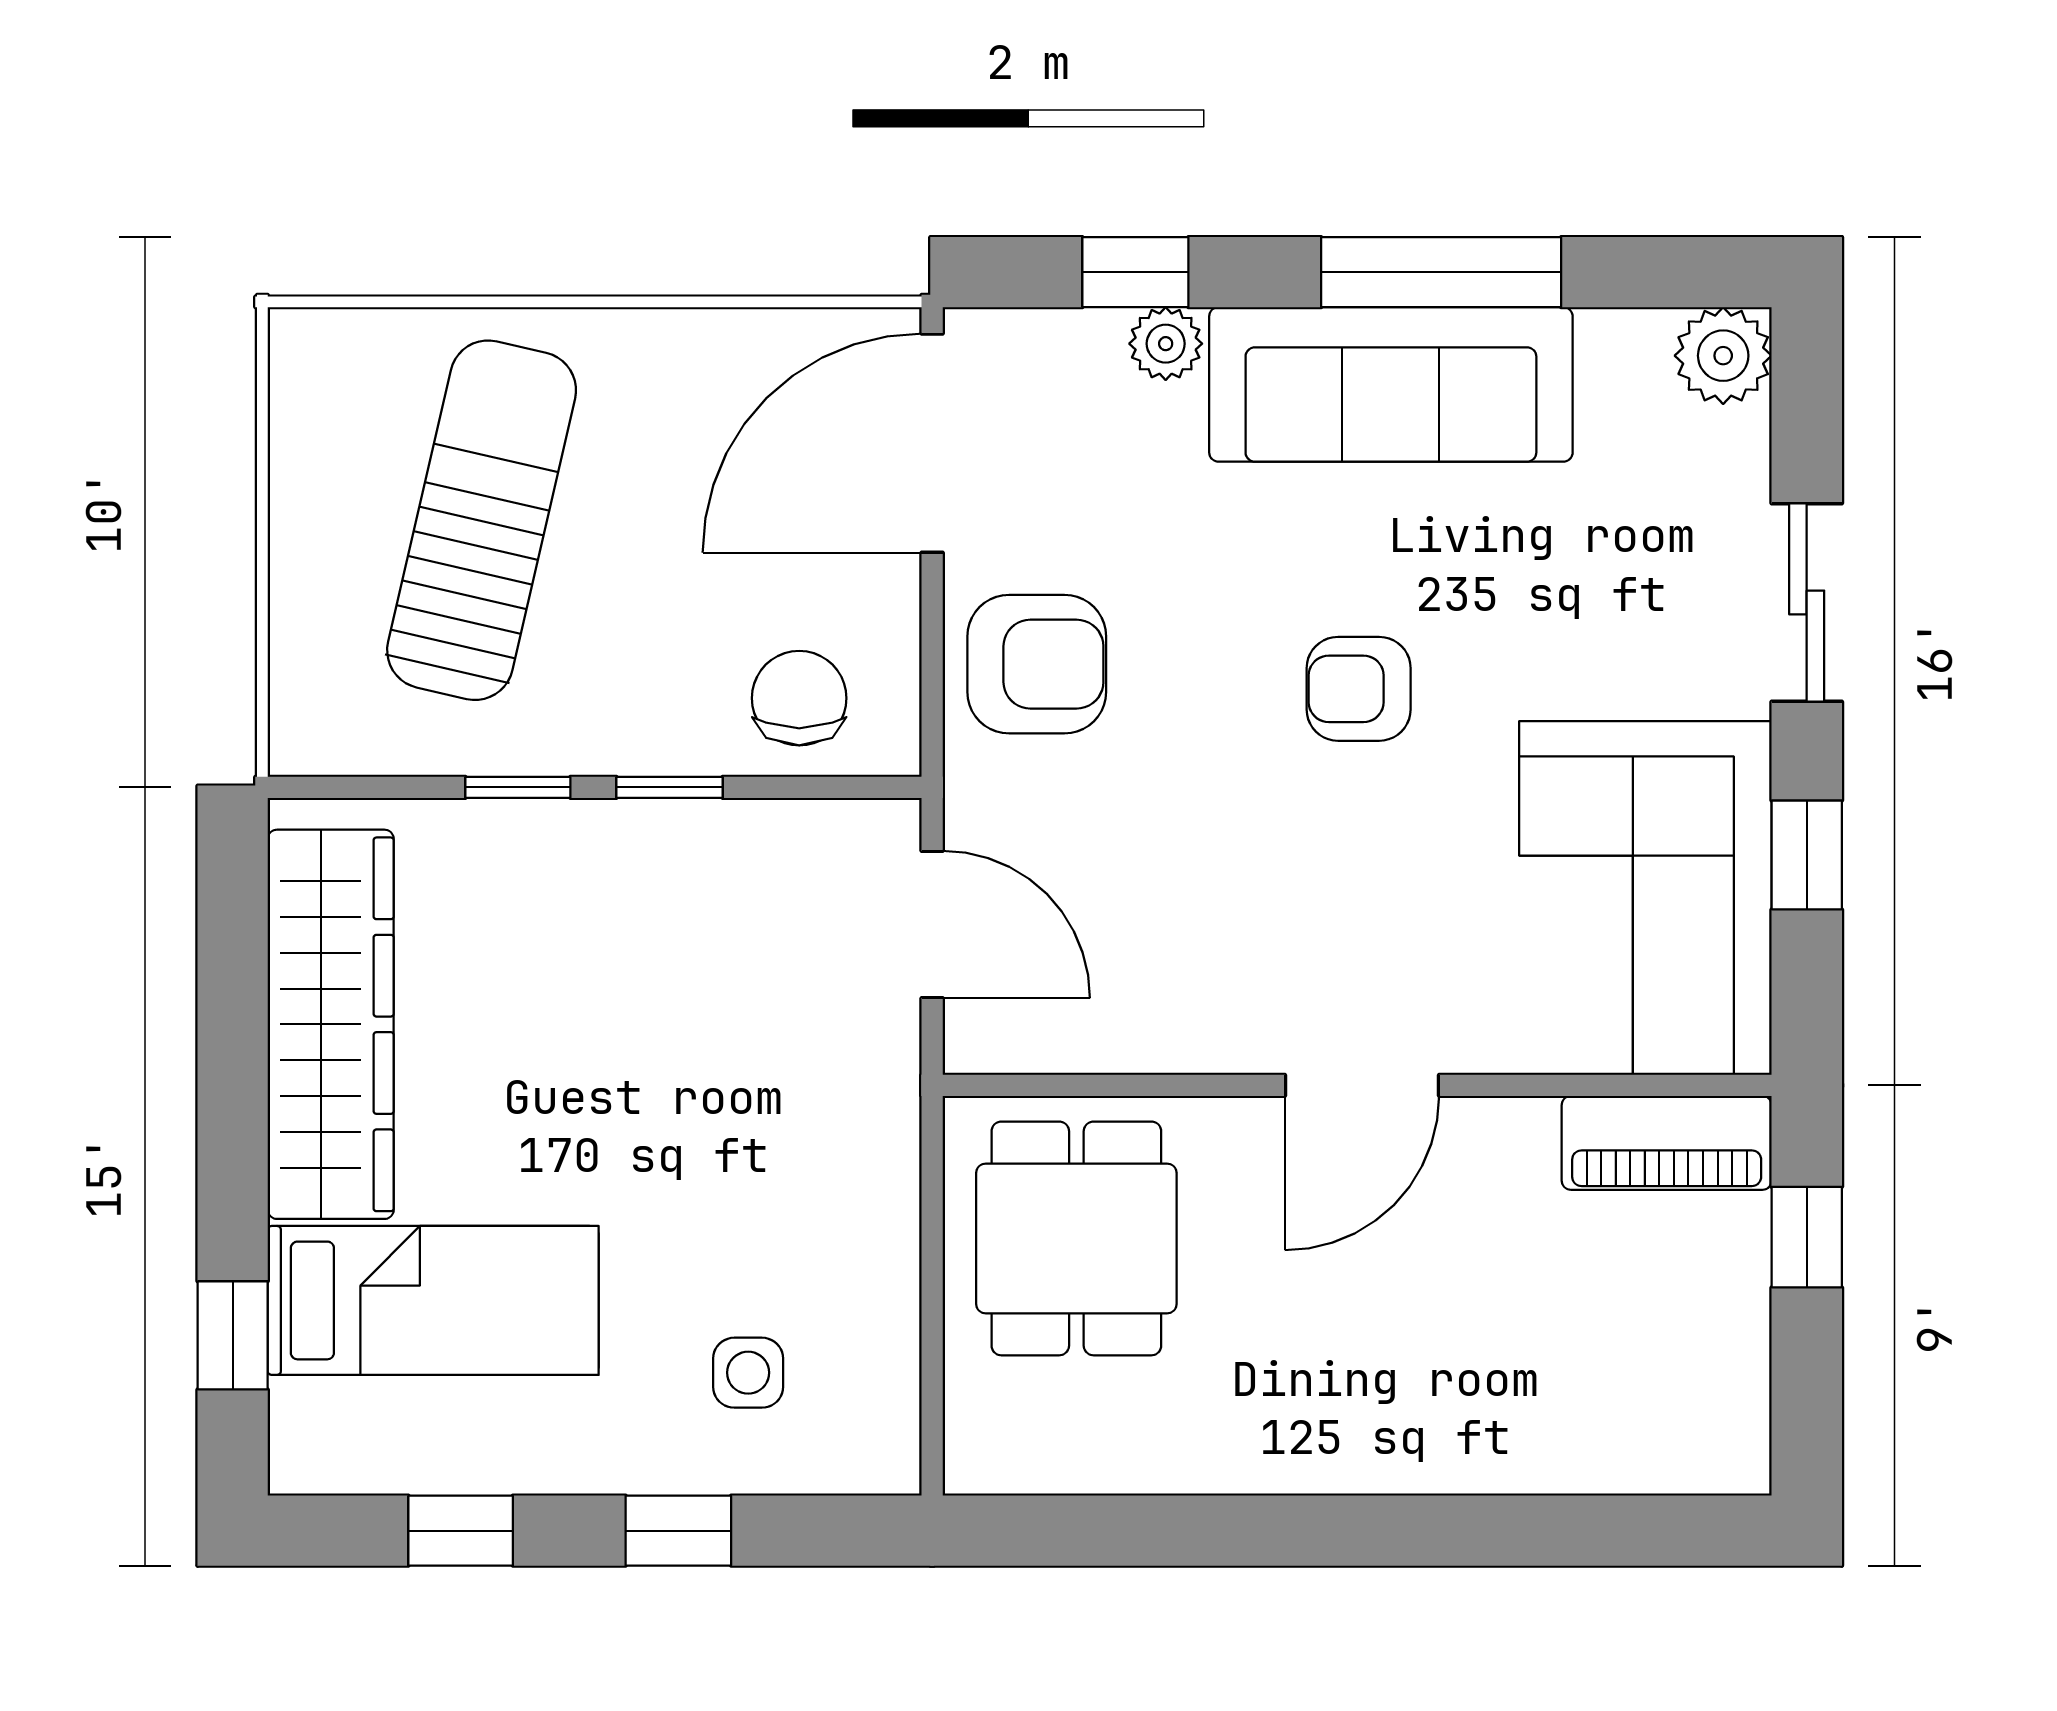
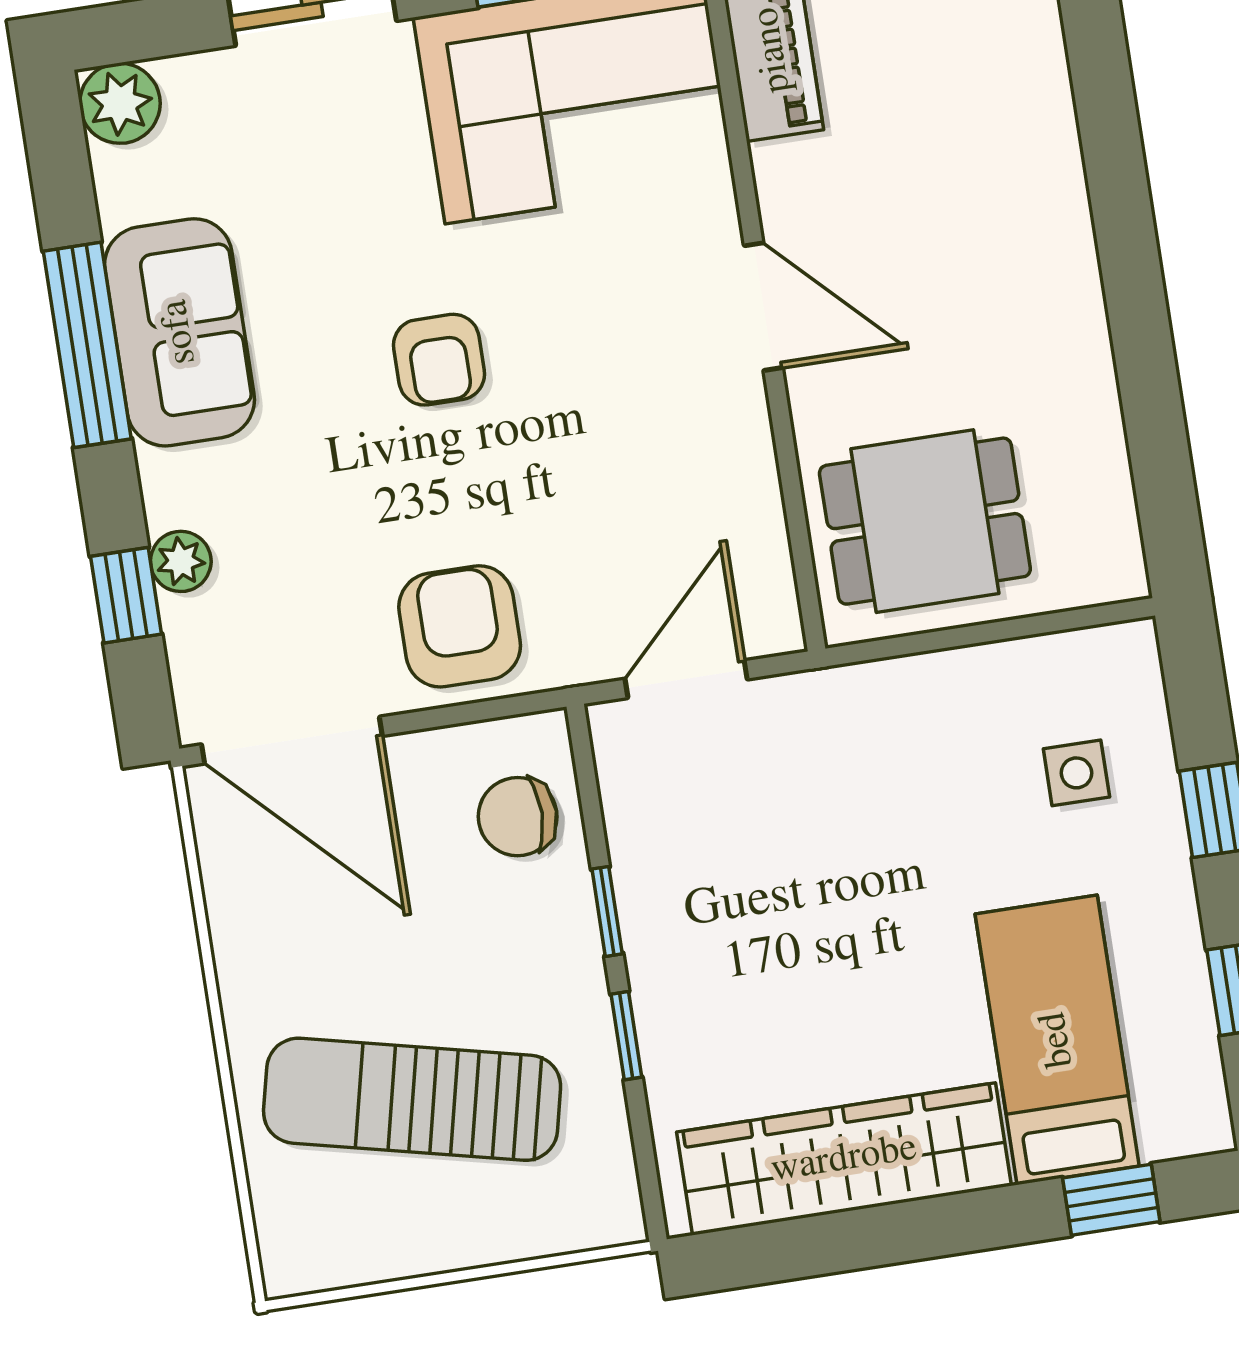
sofa: (1391, 384) -> (179, 332), width x0.73

